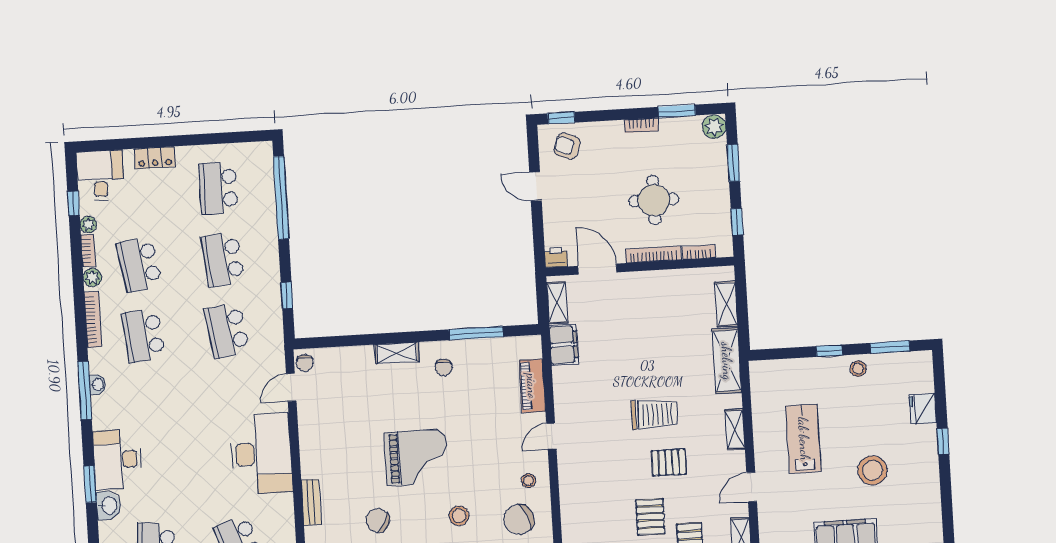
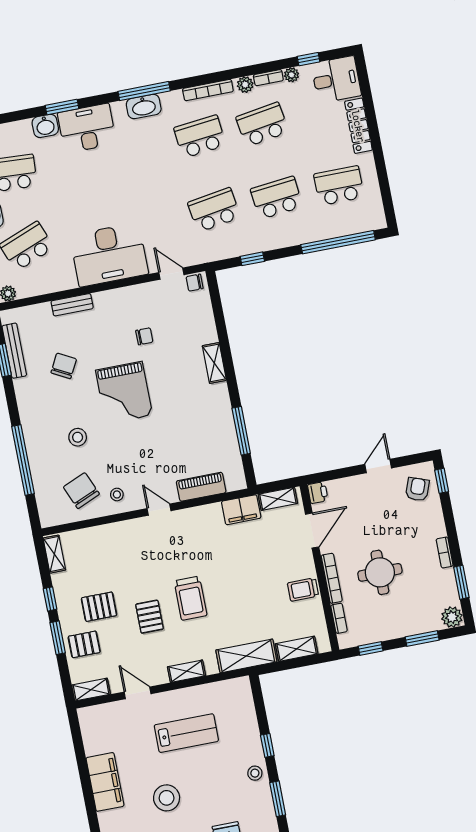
locker: (155, 158) -> (358, 126), width x1.53
trolley: (661, 288) -> (303, 590), added
chair: (444, 367) -> (144, 336), moved, turned 180
washbasin: (98, 385) -> (144, 106), width x1.91, depth x1.45

